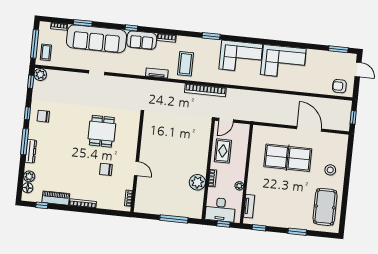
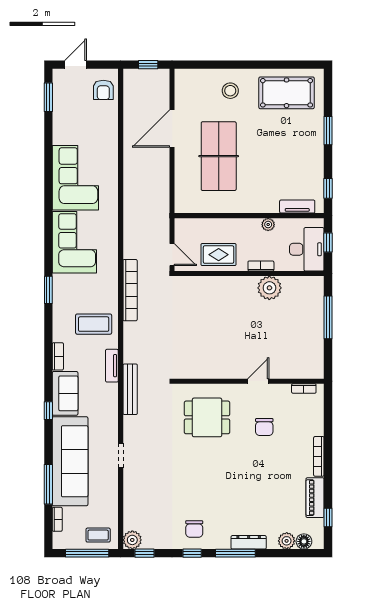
window: (83, 23) -> (48, 484), width x1.44
bench: (140, 83) -> (130, 389), added
dining table: (102, 131) -> (207, 417), moved

